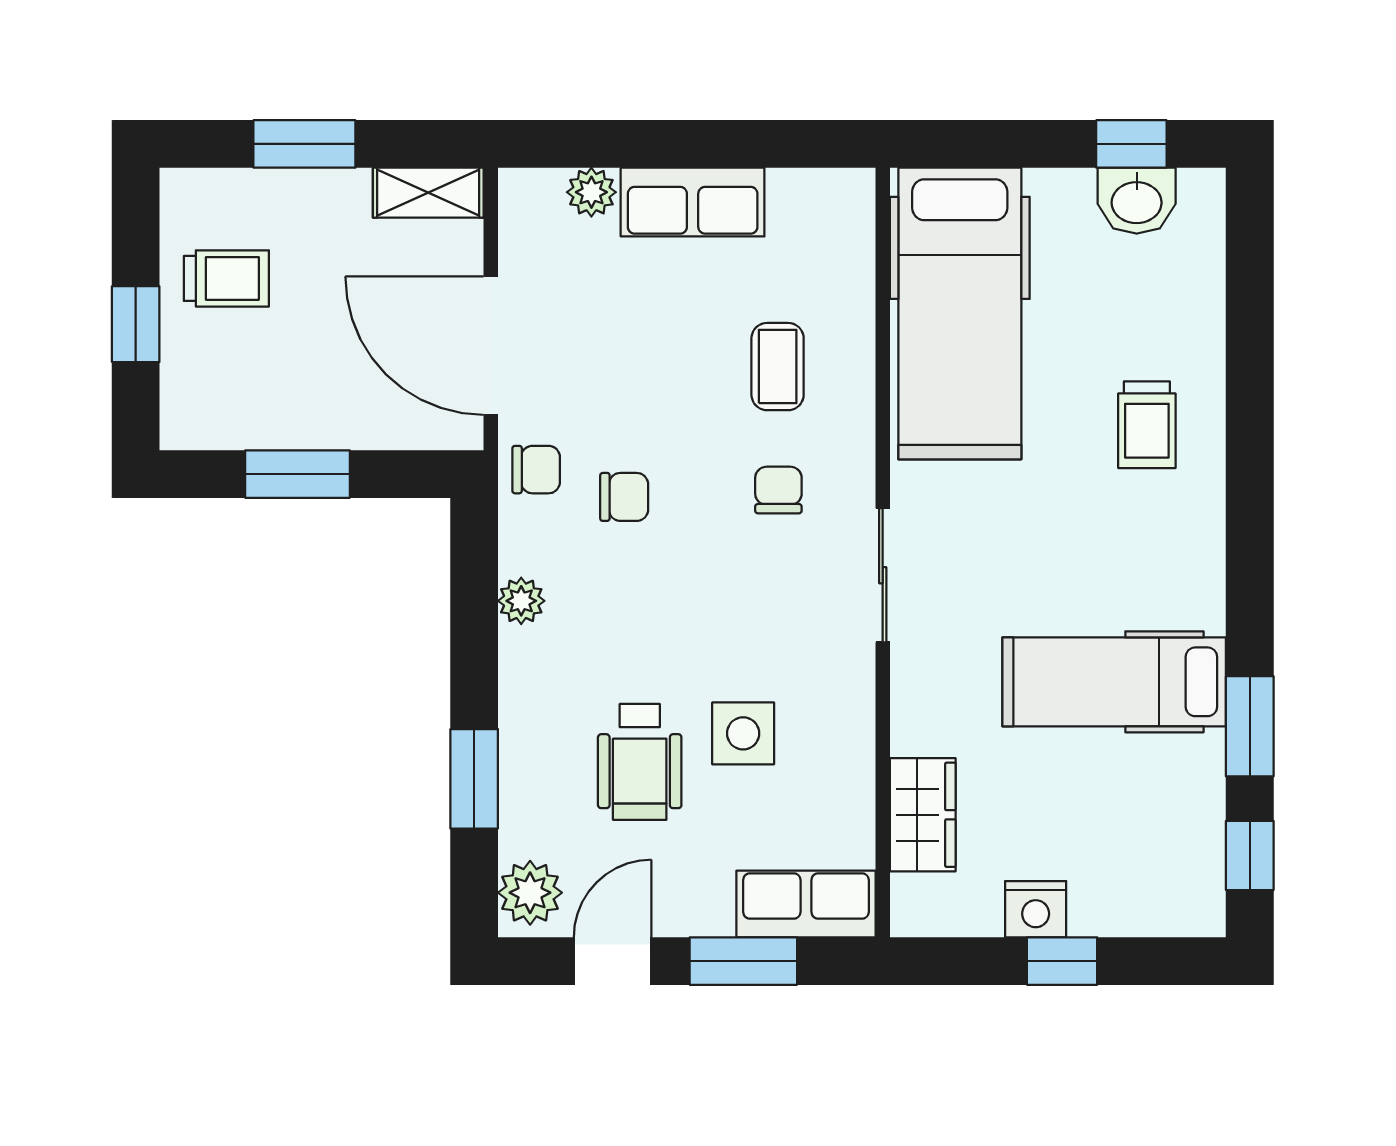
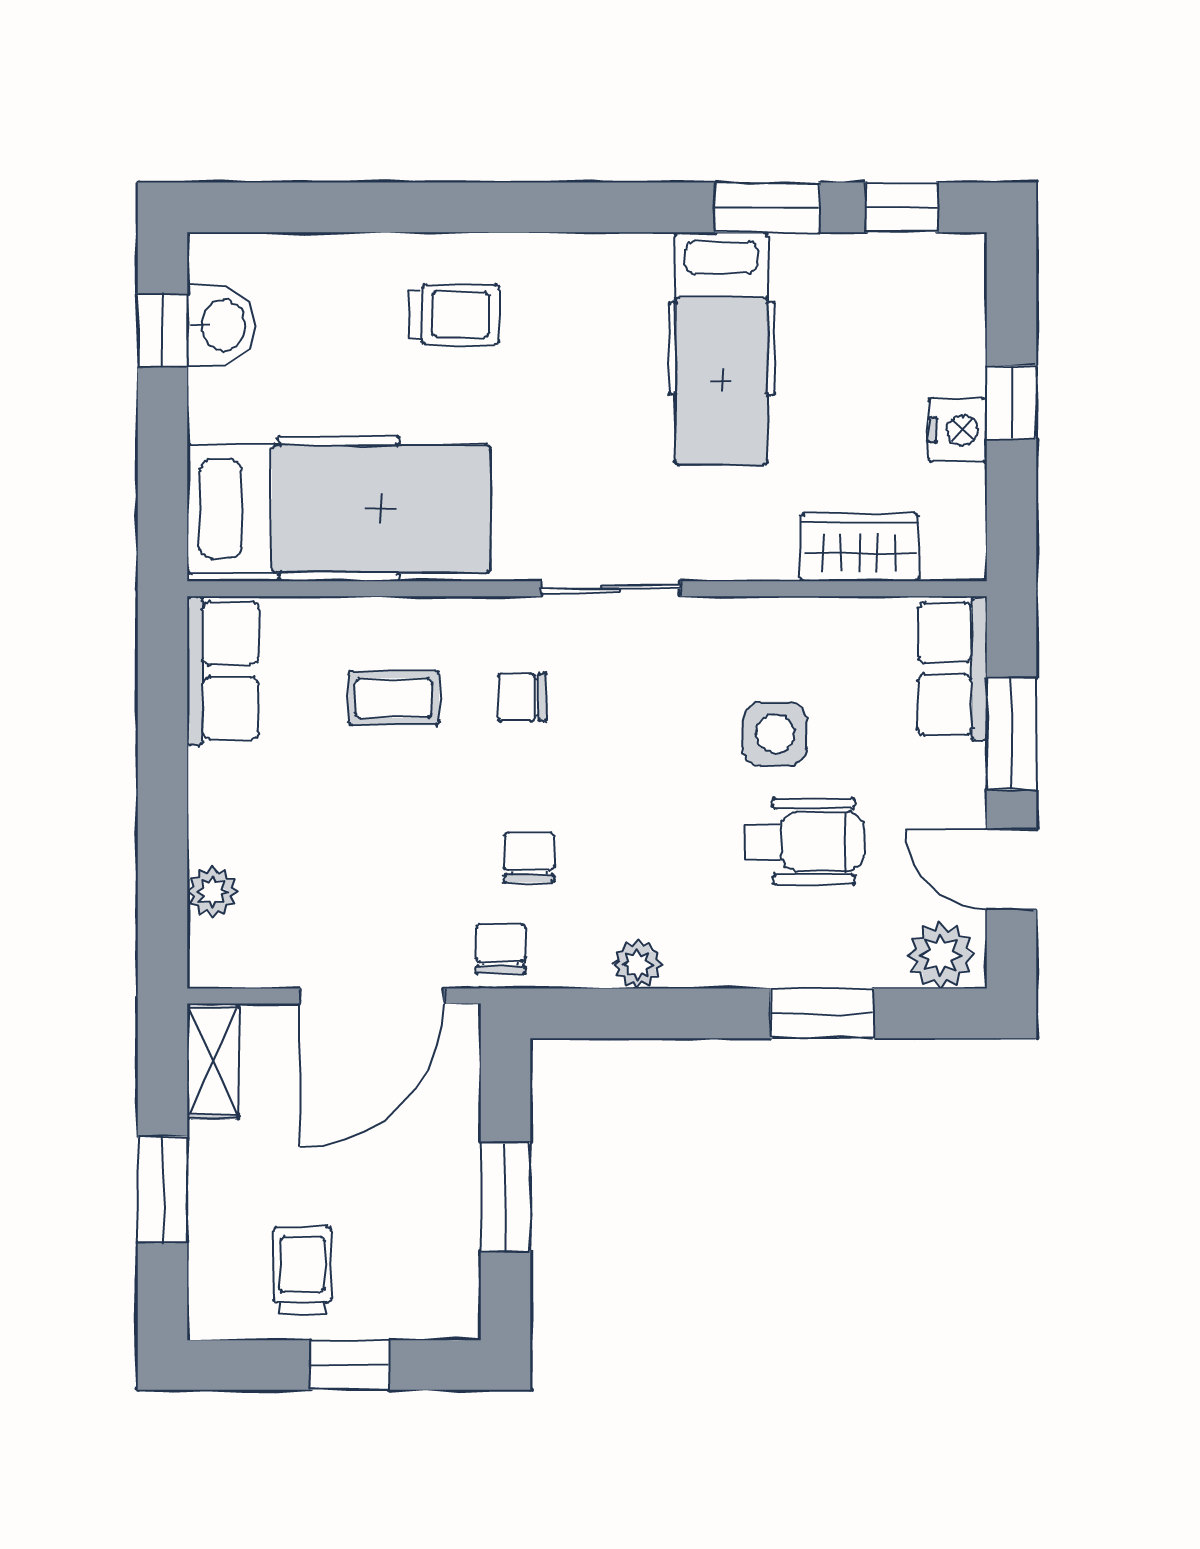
row of seats: (693, 202) -> (223, 671), moved

